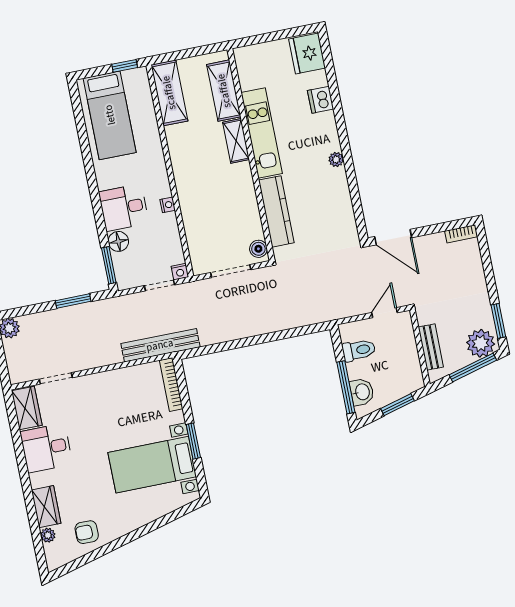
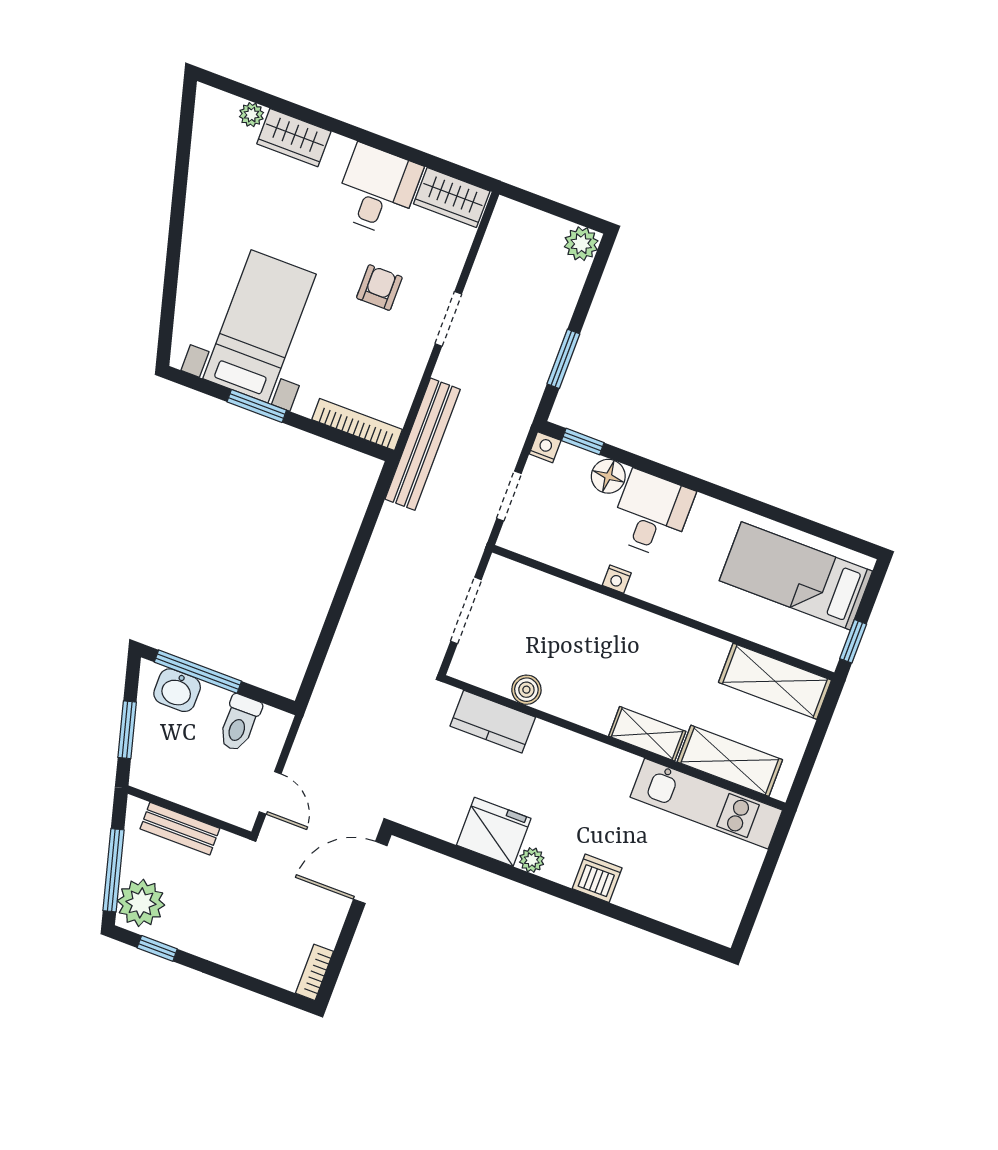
fridge: (307, 54) -> (494, 832), moved
dishwasher: (321, 100) -> (597, 878), moved
kitchen unit: (262, 133) -> (706, 804), moved
kitchen counter: (276, 211) -> (493, 722), width x0.67
boiler: (258, 249) -> (526, 690), moved
window: (109, 265) -> (583, 442), width x0.67
nightstand: (180, 272) -> (545, 447), moved, turned 90
window: (498, 321) -> (157, 948), width x0.67
doorway: (56, 378) -> (448, 319), moved
armchair: (87, 532) -> (379, 288), moved

